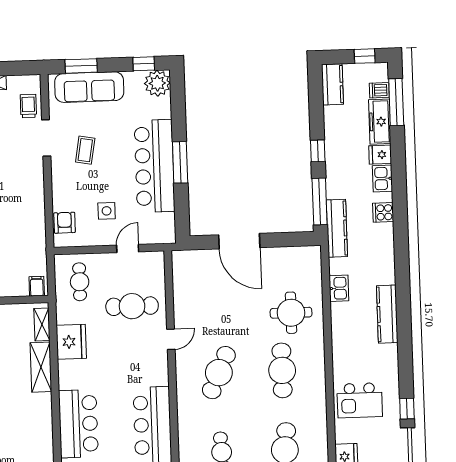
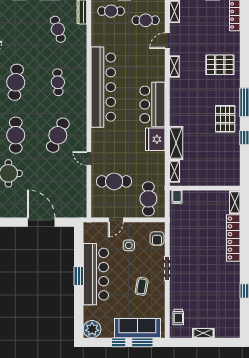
window: (144, 64) -> (119, 342), moved
doorway: (46, 138) -> (167, 269), moved
window: (180, 162) -> (79, 276), width x0.69
cafe table: (80, 282) -> (148, 199), width x1.37, depth x1.35
door: (171, 339) -> (89, 159), hinge flipped
fridge: (71, 342) -> (155, 139), moved

